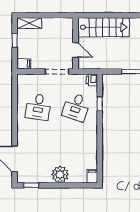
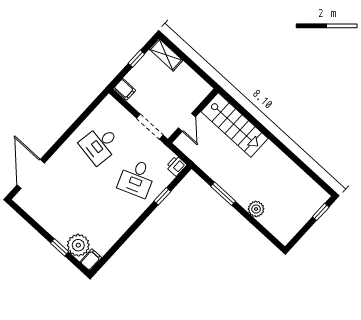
desk: (76, 107) -> (137, 178), turned -39
plant: (60, 174) -> (78, 245), moved
window: (31, 185) -> (60, 247), moved

